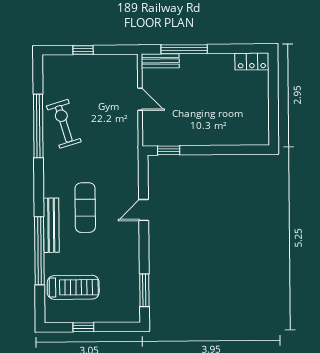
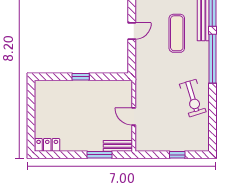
window: (184, 49) -> (99, 155), width x0.69
window: (38, 126) -> (212, 59), moved
window: (169, 150) -> (81, 77), moved

